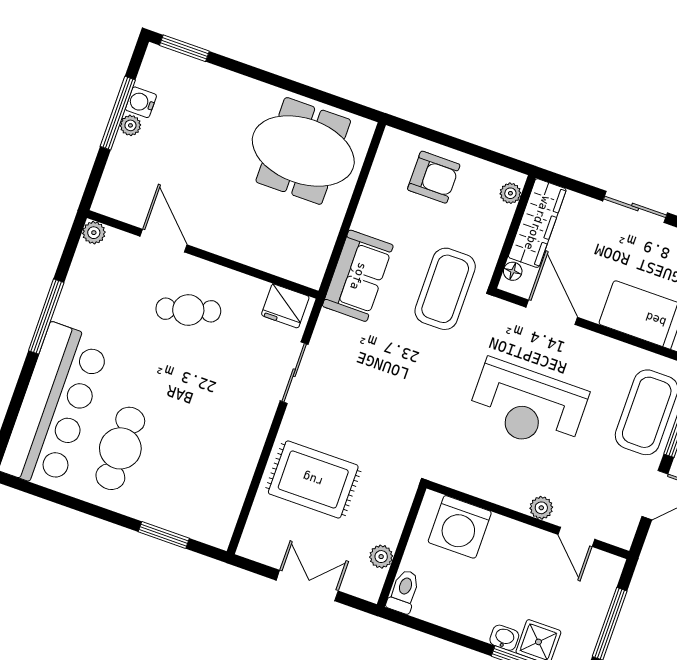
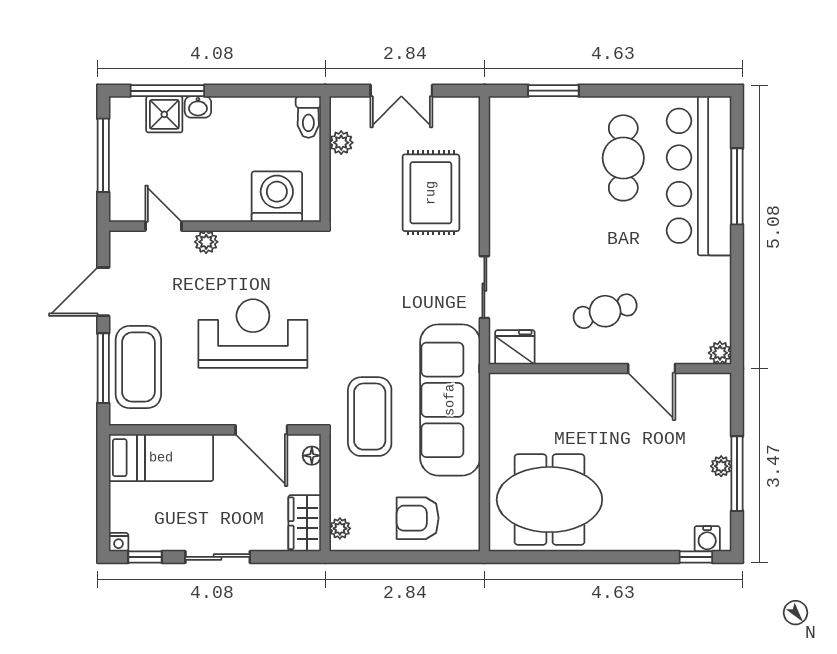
window: (184, 48) -> (696, 557), width x0.67
water cooler: (141, 102) -> (707, 539), moved, turned 90
wardrobe: (537, 223) -> (305, 523), width x0.67
sofa: (358, 276) -> (450, 400), width x1.85, depth x1.27
window: (46, 317) -> (737, 186), moved
rug: (313, 479) -> (431, 193), turned 90

